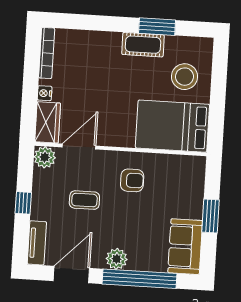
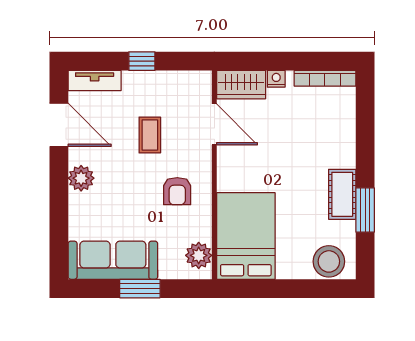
stool: (185, 77) -> (329, 261), moved
plant: (45, 157) -> (199, 255), moved
sofa: (185, 247) -> (113, 260), width x1.36
window: (140, 279) -> (59, 207), removed

